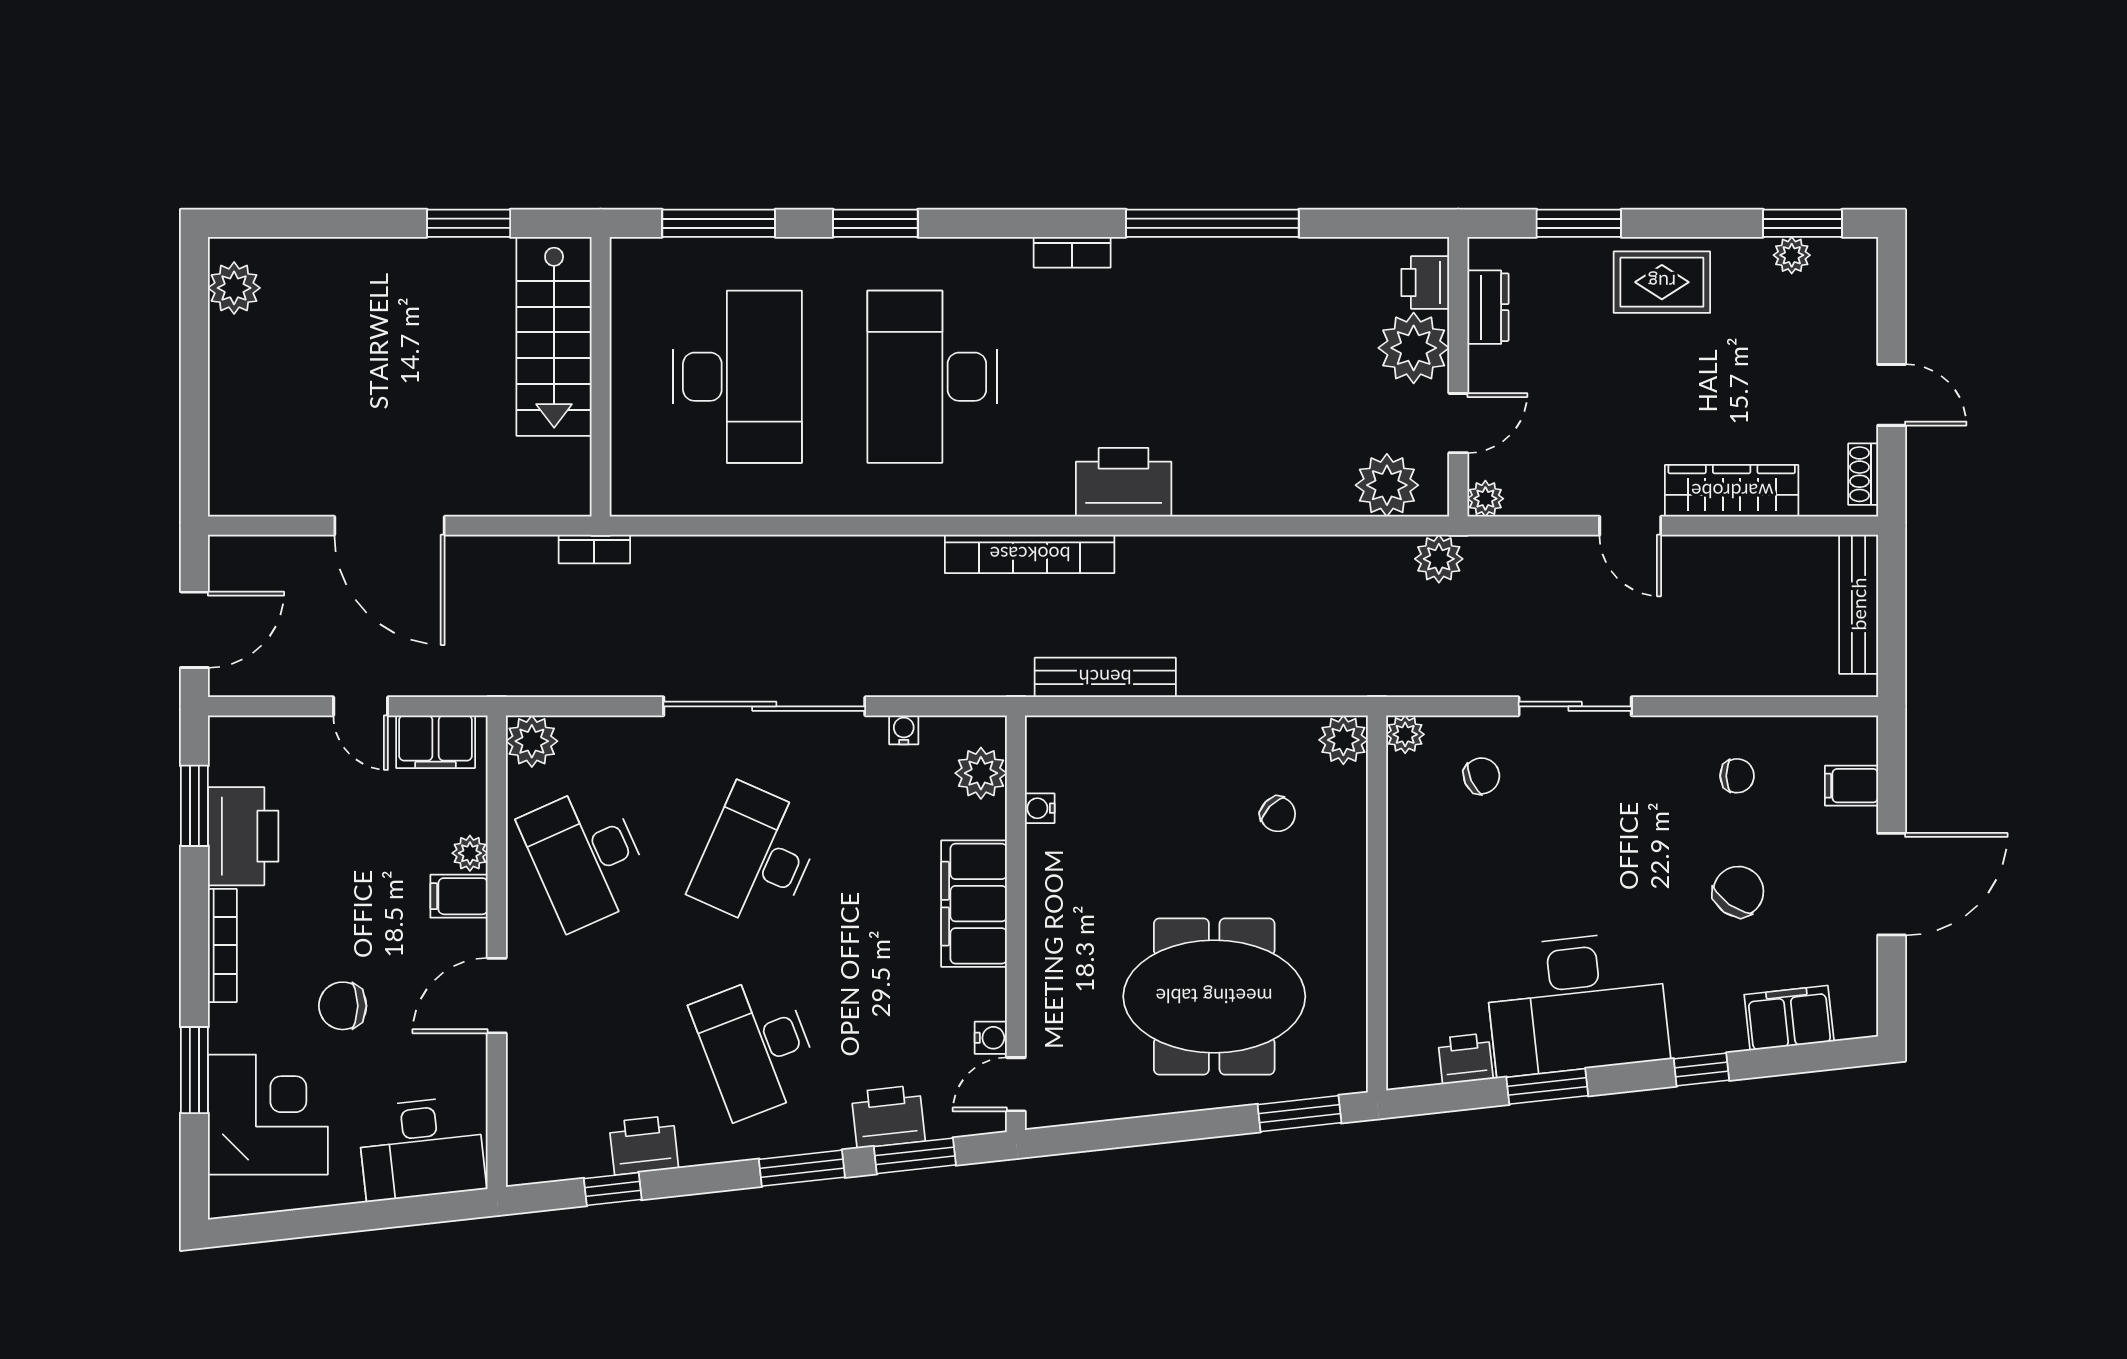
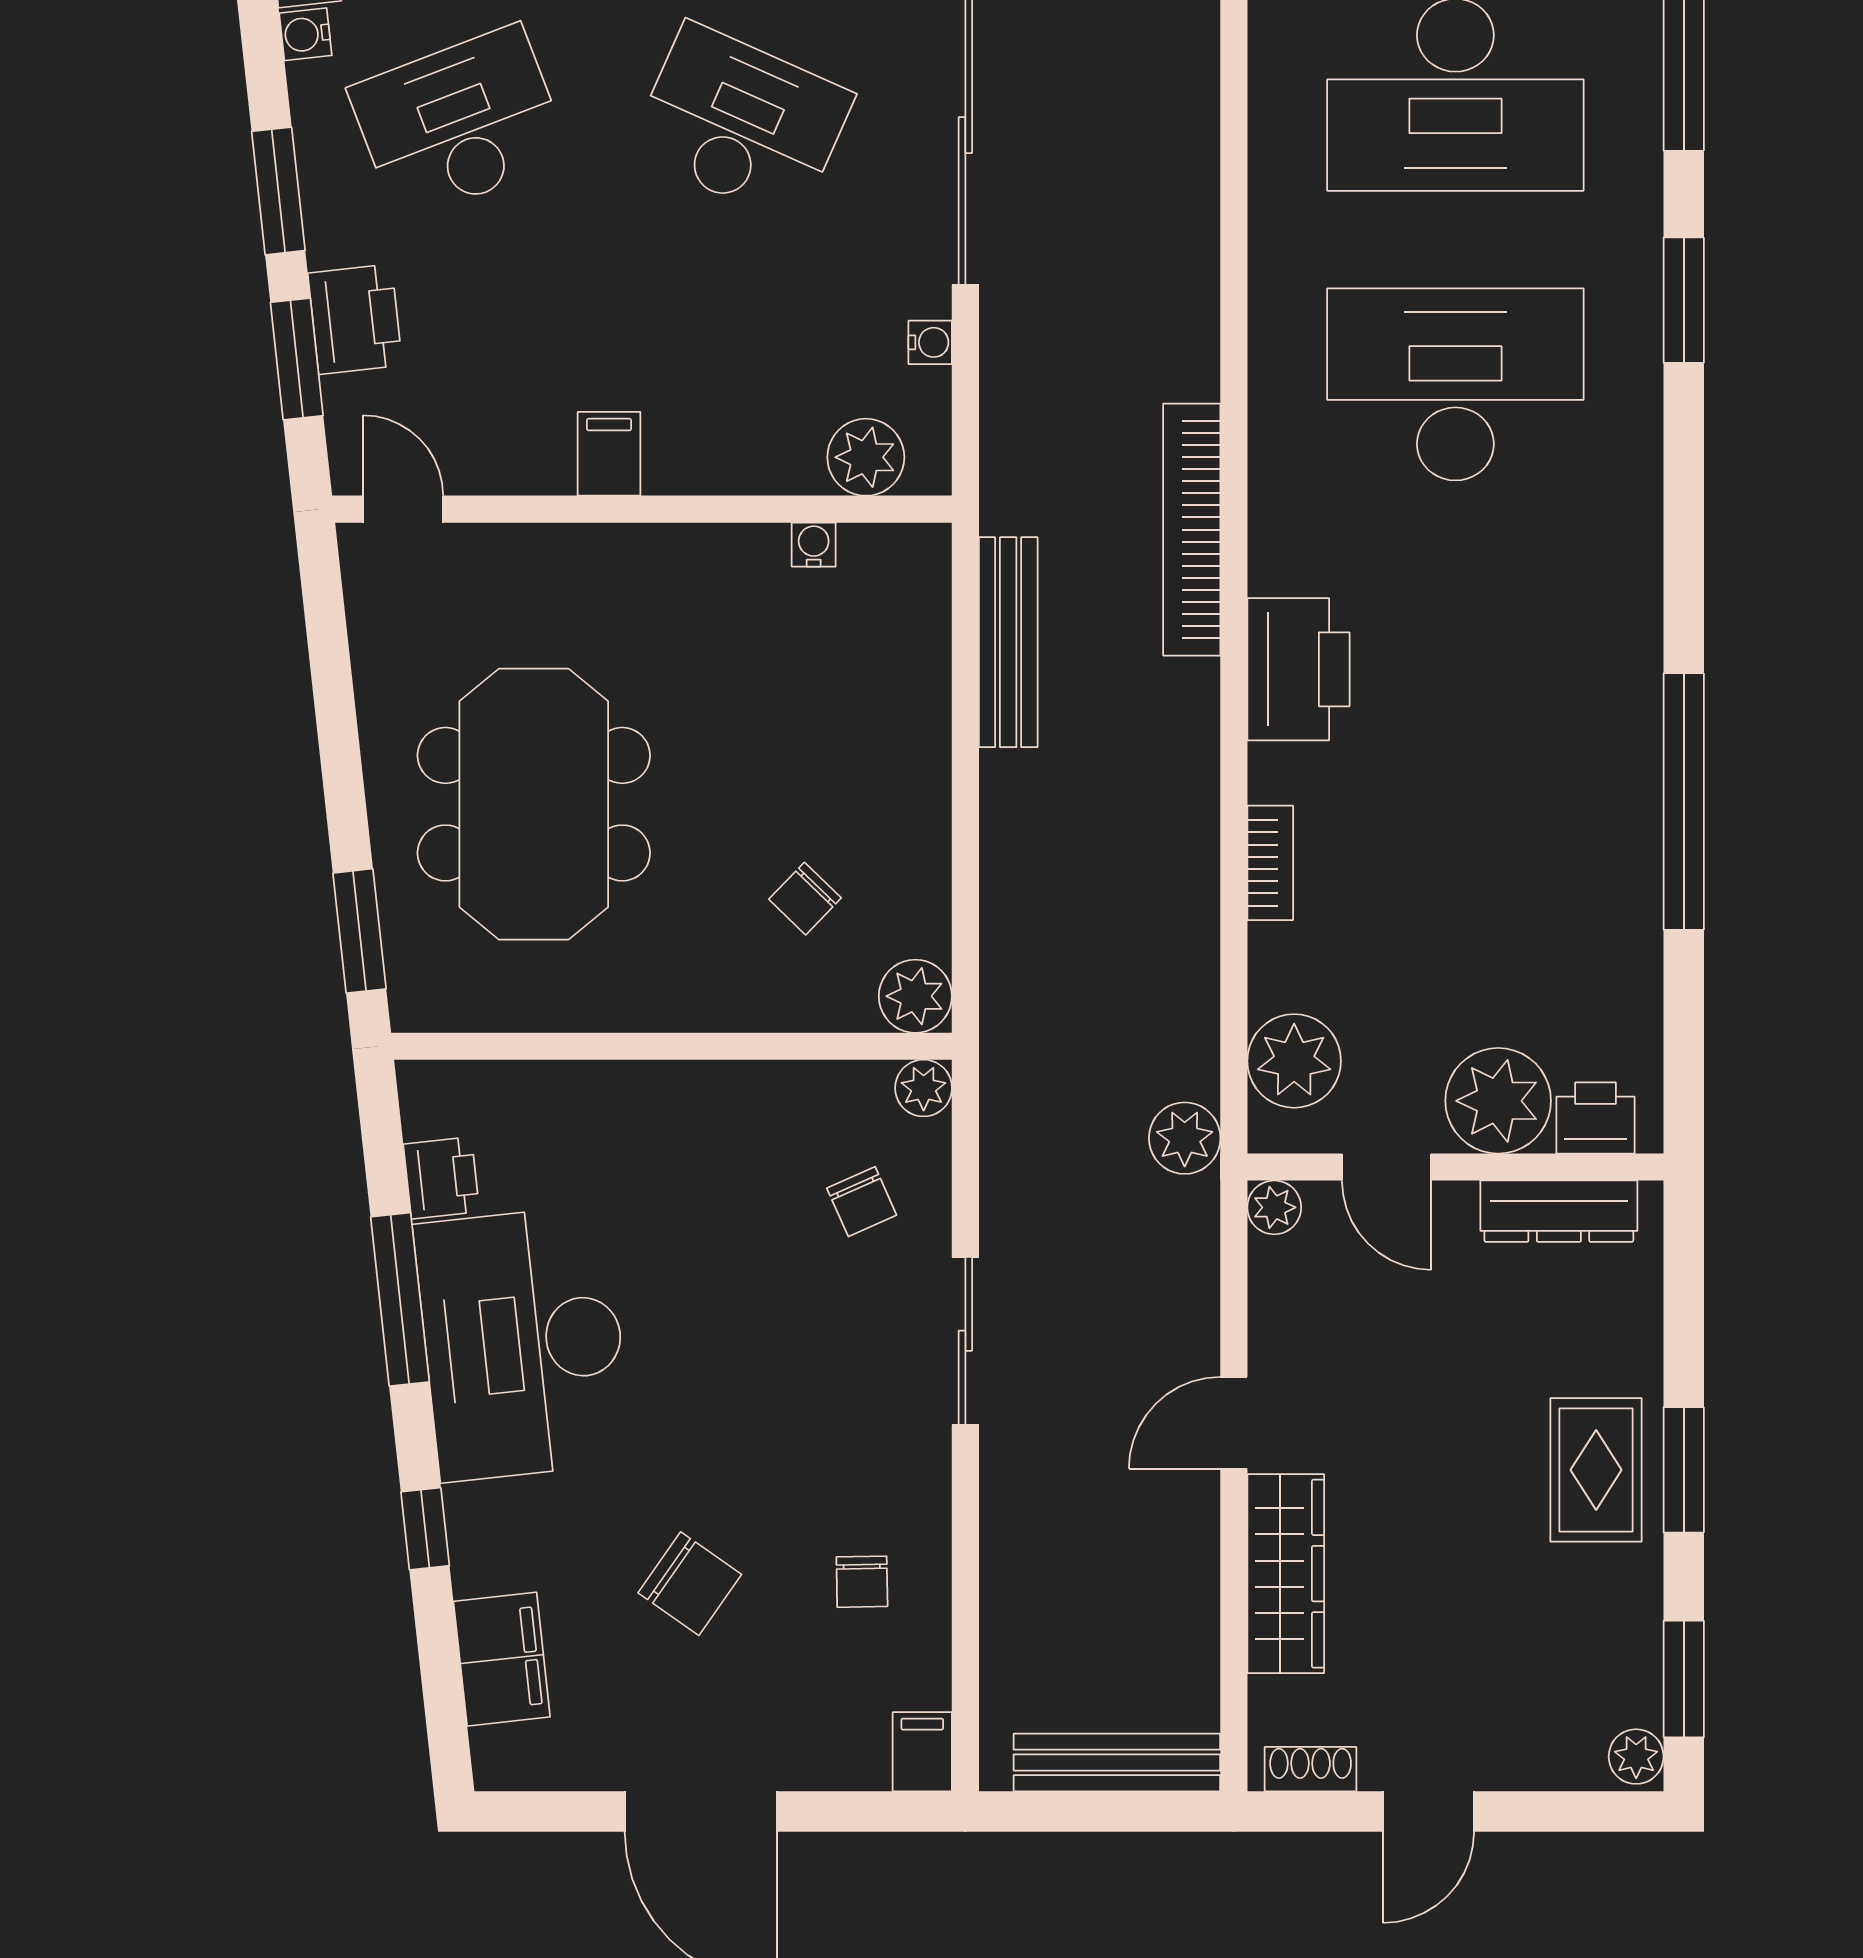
window: (1579, 223) -> (1684, 1470), moved
bookcase: (1072, 252) -> (1270, 863), moved, turned 180
plant: (1792, 255) -> (1636, 1757), moved
dresser: (1488, 307) -> (1559, 1211), width x1.44
filing cabinet: (1851, 786) -> (922, 1752), moved
filing cabinet: (974, 904) -> (609, 454), width x0.33, depth x0.86
water cooler: (991, 1038) -> (305, 34), moved, turned 84
window: (1547, 1086) -> (400, 1299), width x1.44

